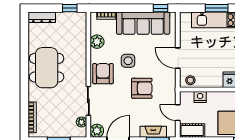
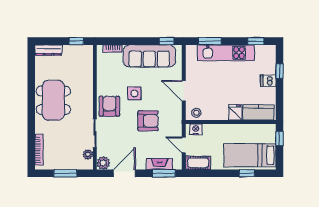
window: (217, 8) -> (210, 41), moved
plant: (97, 42) -> (104, 74), removed
nightstand: (200, 97) -> (196, 129), moved

